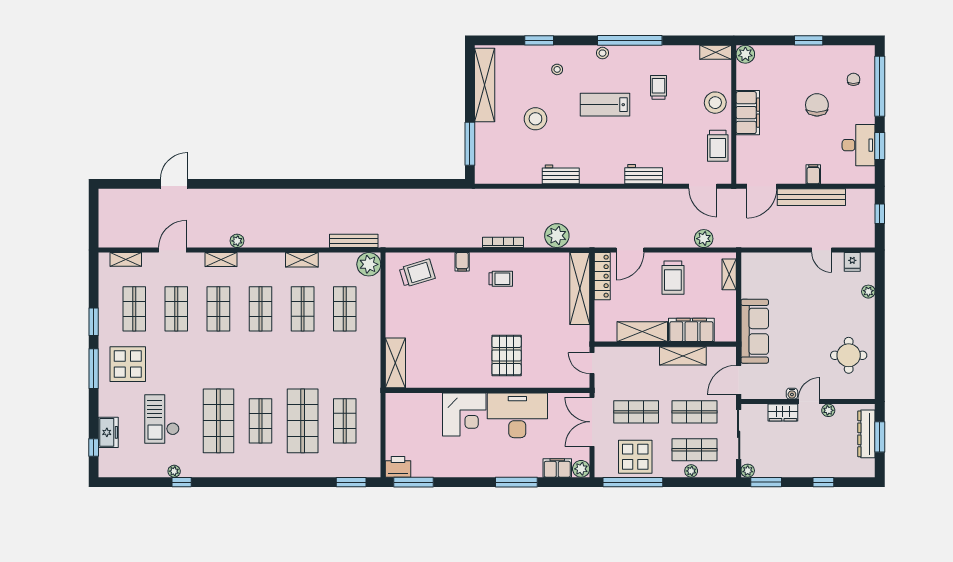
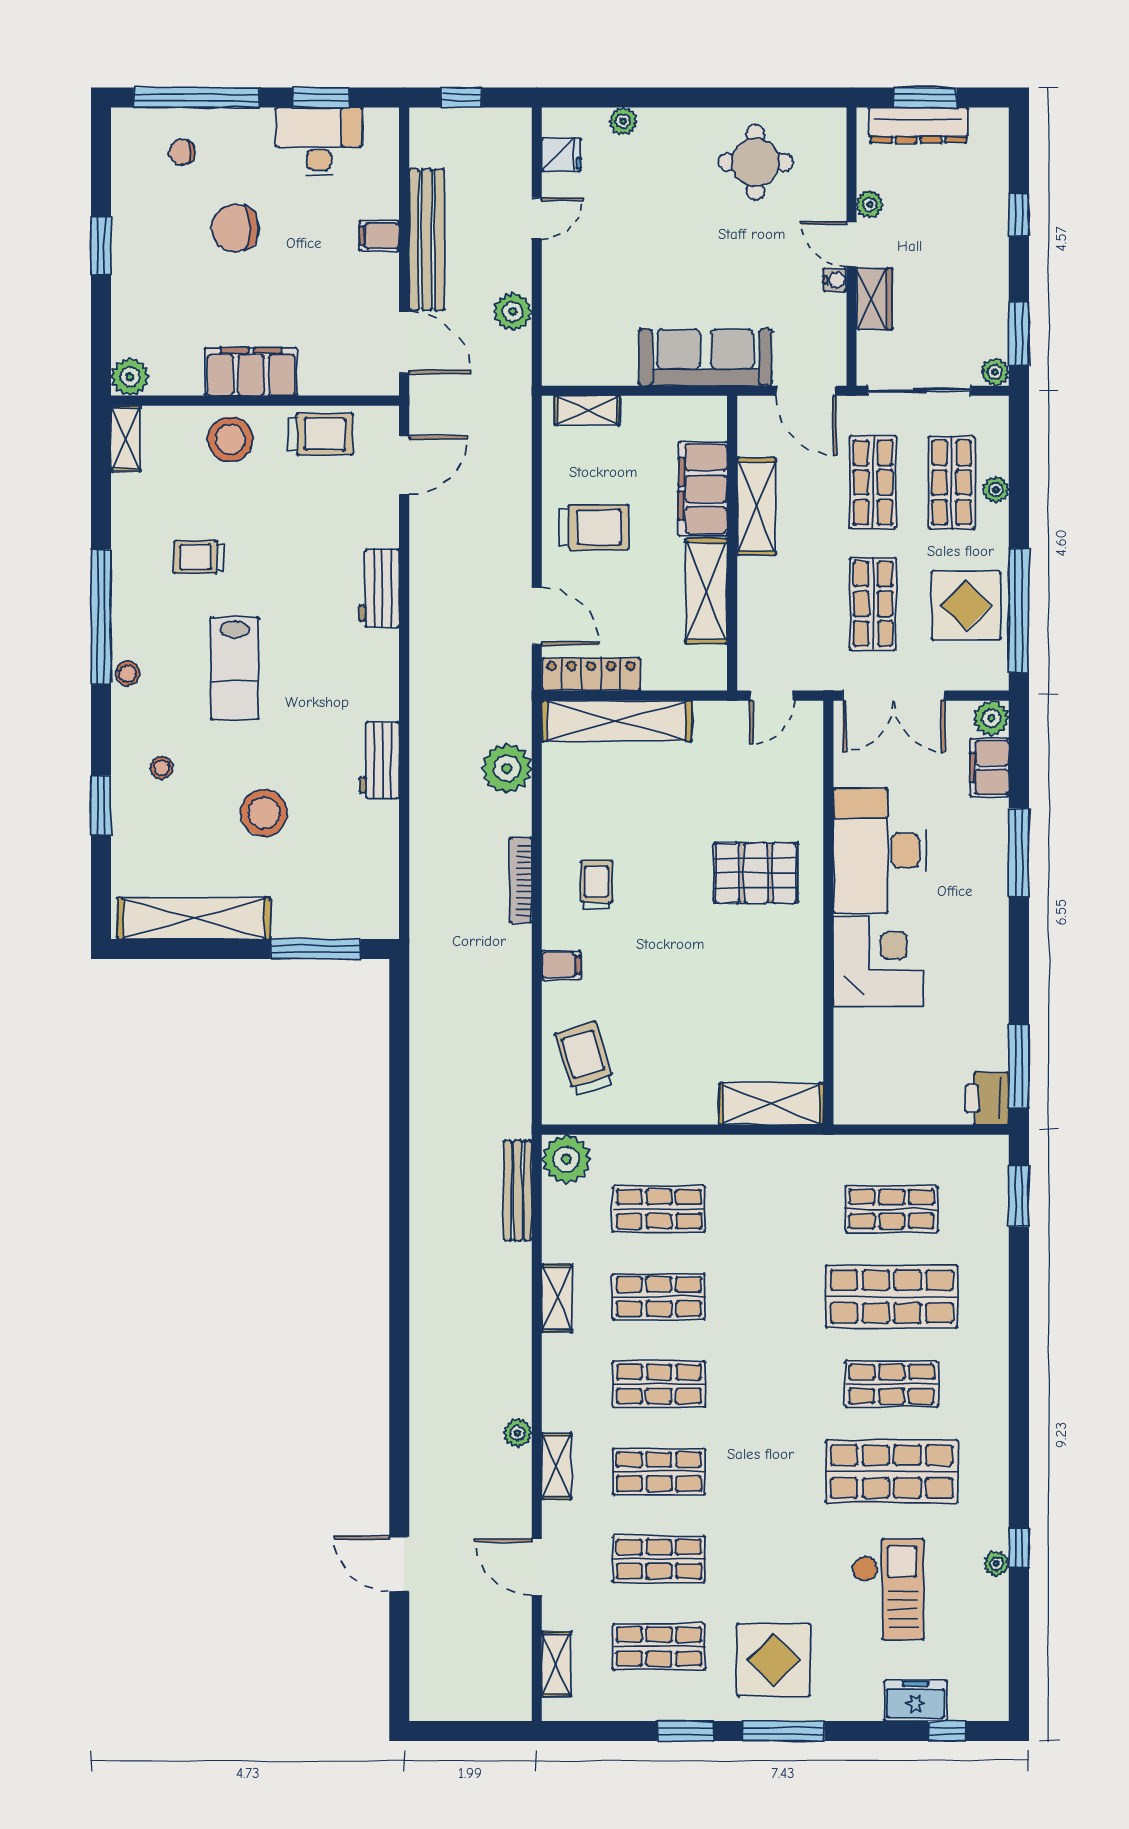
plant: (704, 239) -> (513, 311), moved
checkout: (162, 419) -> (888, 1589), turned -90

